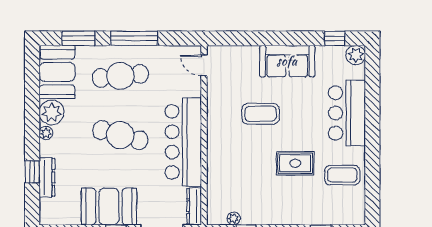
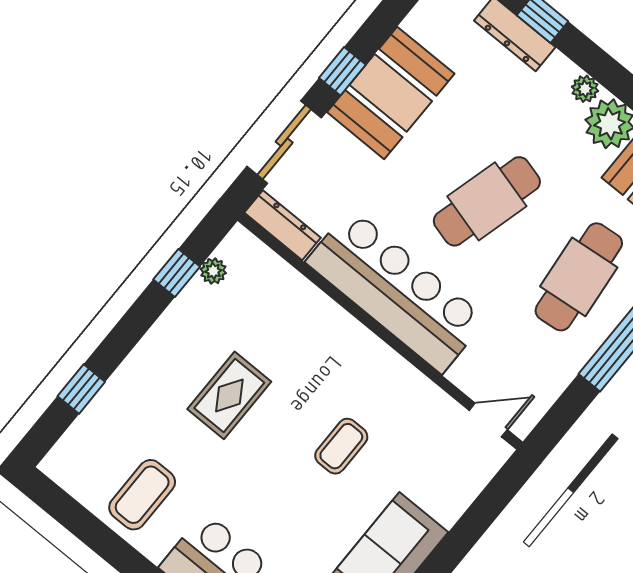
coffee table: (261, 114) -> (341, 446), width x0.73, depth x0.77
rug: (295, 163) -> (229, 395), moved

